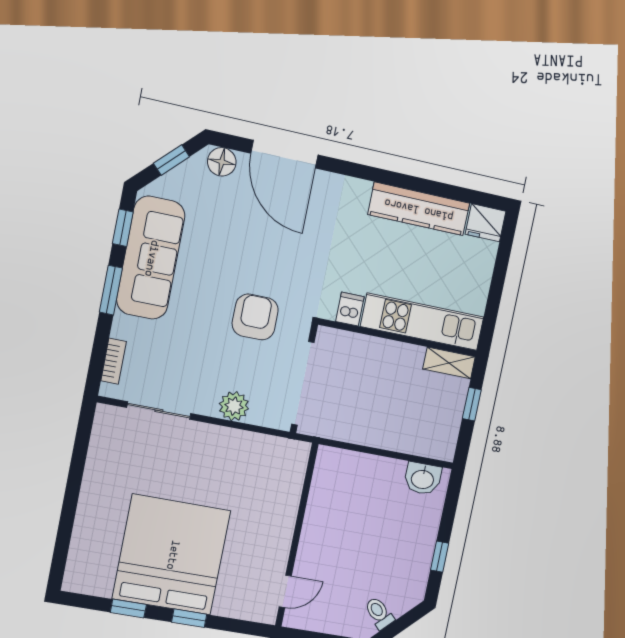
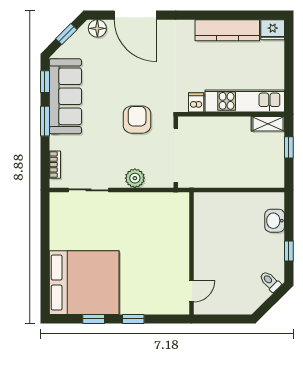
washbasin: (423, 479) -> (275, 221), moved, turned 90
bed: (172, 555) -> (84, 283), moved, turned 90
toilet: (379, 613) -> (270, 281), moved

